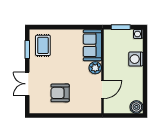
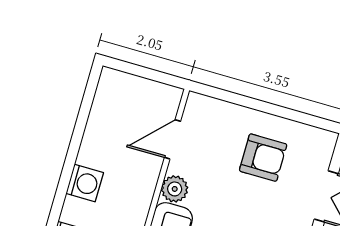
boiler: (136, 107) -> (112, 83), removed

